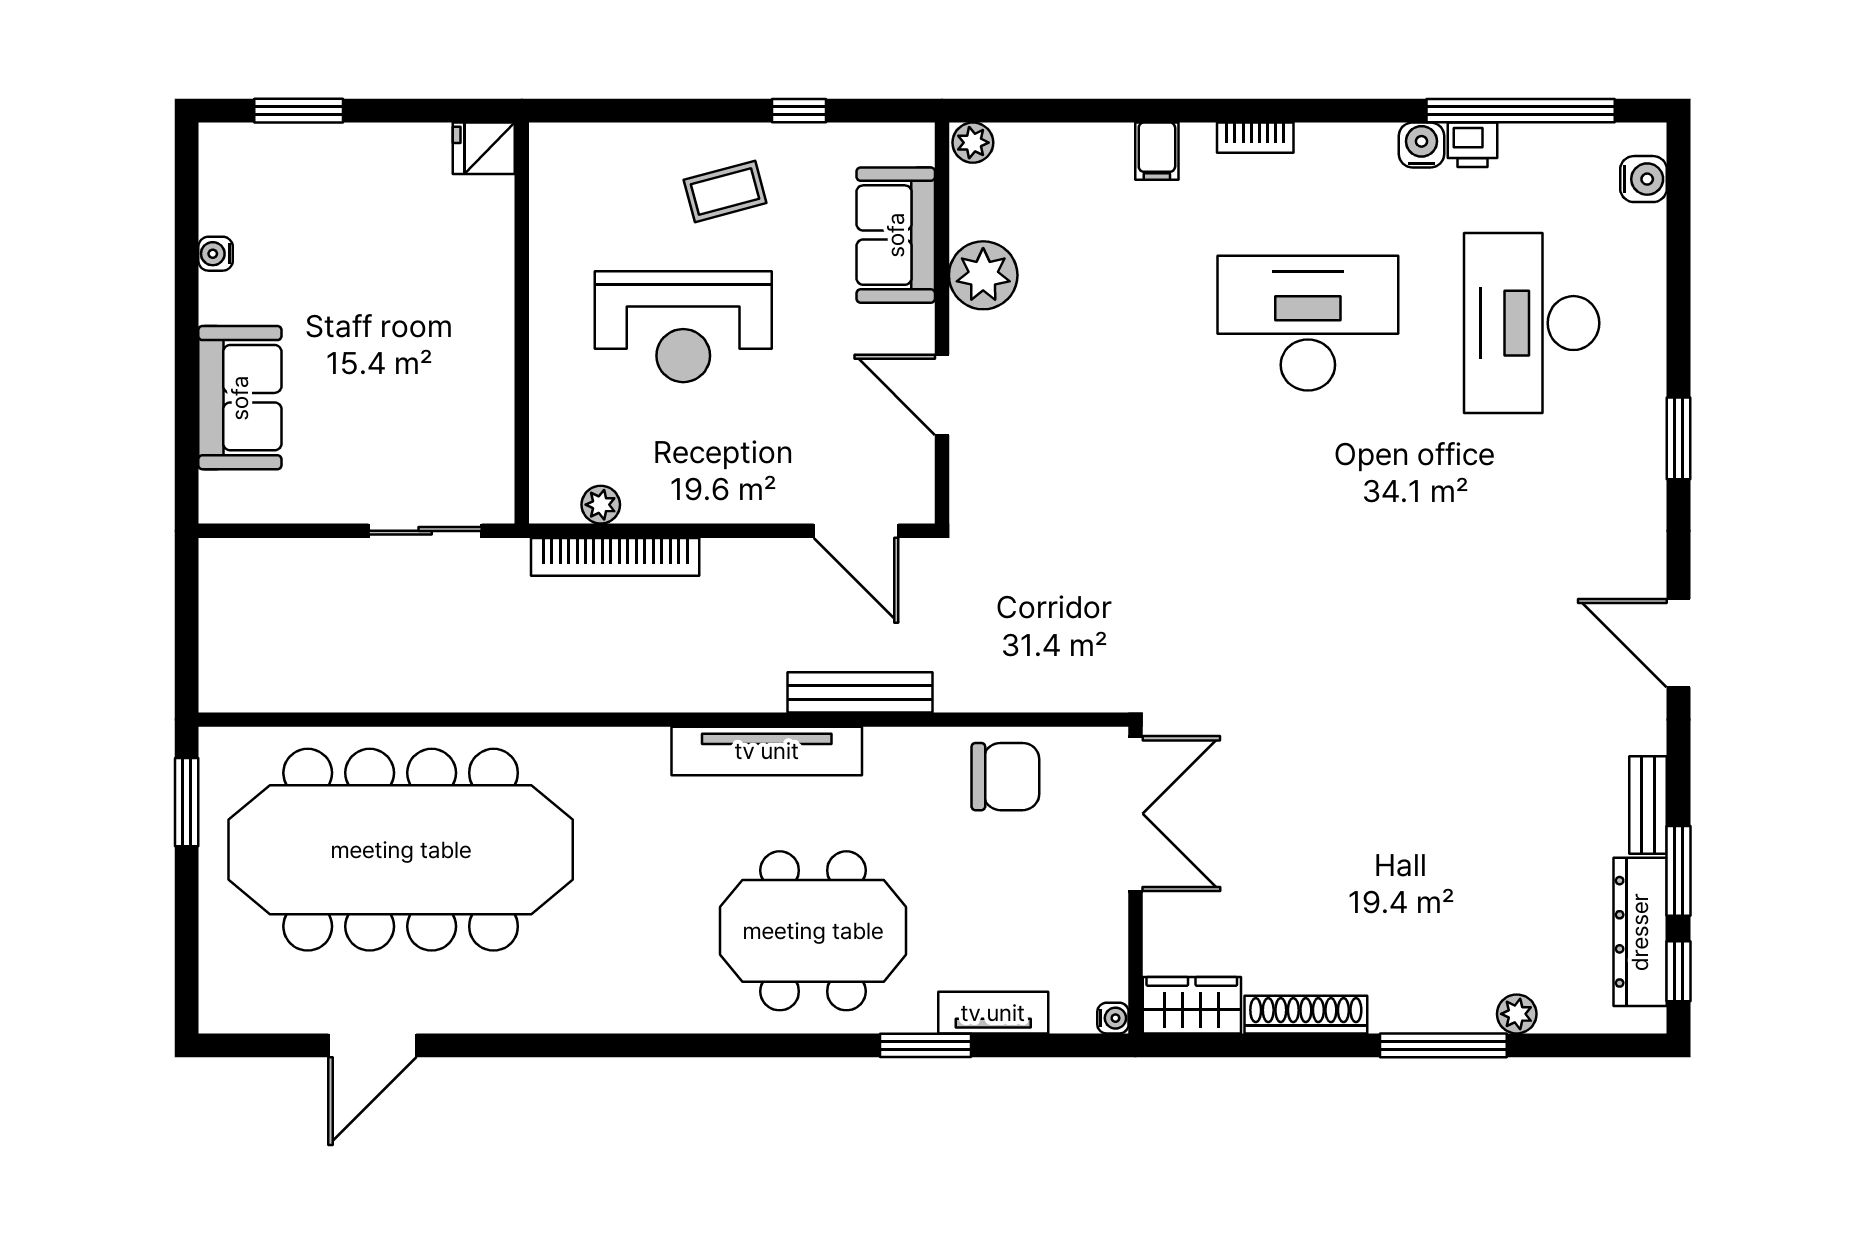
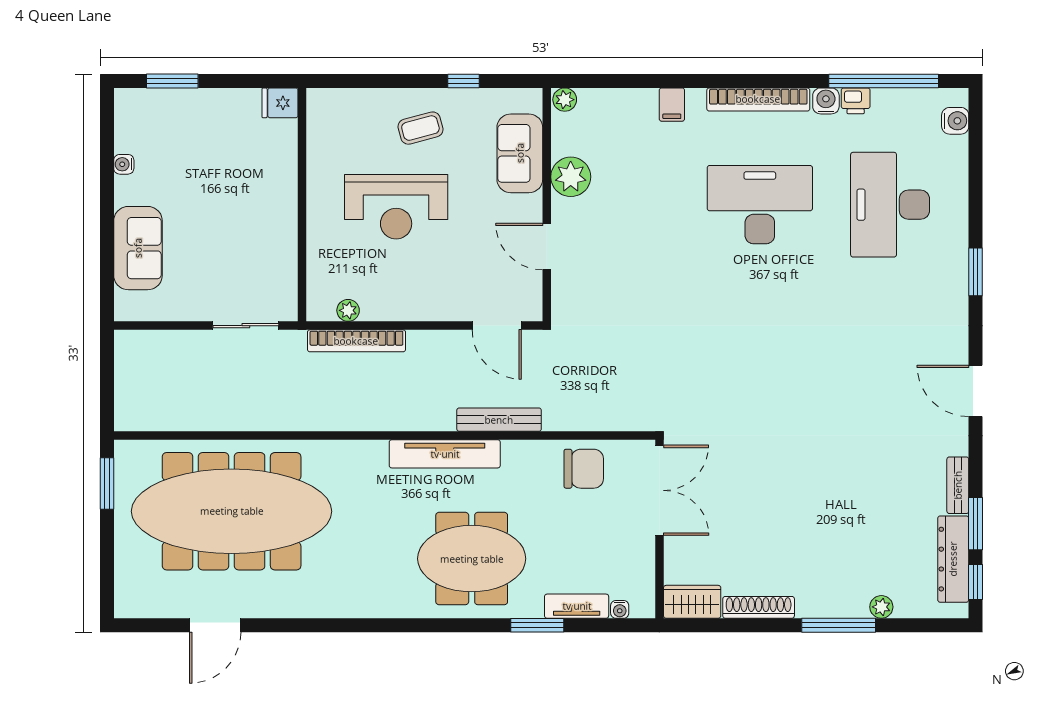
bookcase: (1255, 138) -> (758, 99), width x2.31, depth x1.31
water cooler: (1113, 1018) -> (620, 609), moved, turned 90

